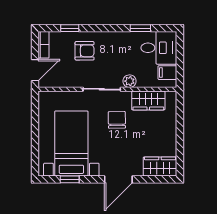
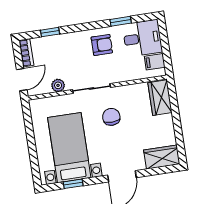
armchair: (85, 51) -> (102, 45), moved
plant: (130, 81) -> (58, 85), moved
wardrobe: (148, 100) -> (160, 98), moved, turned 90

